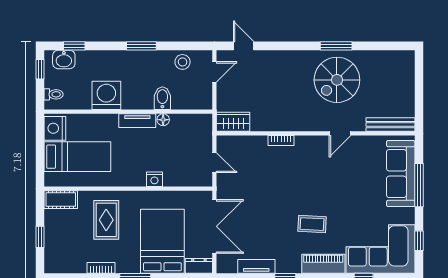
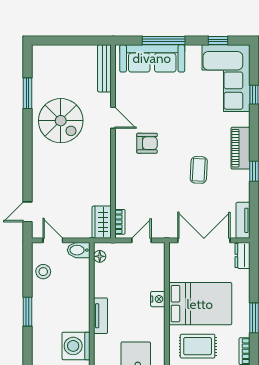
window: (336, 46) -> (28, 93), moved
bidet: (162, 98) -> (79, 250), moved
floor lamp: (163, 120) -> (100, 256), moved
bookcase: (281, 140) -> (120, 222), moved
armchair: (314, 168) -> (147, 143), added
coffee table: (312, 224) -> (199, 170), moved
bed: (162, 241) -> (200, 304), moved, turned 180
piano: (323, 264) -> (240, 148), moved
tv unit: (256, 266) -> (243, 220), moved

